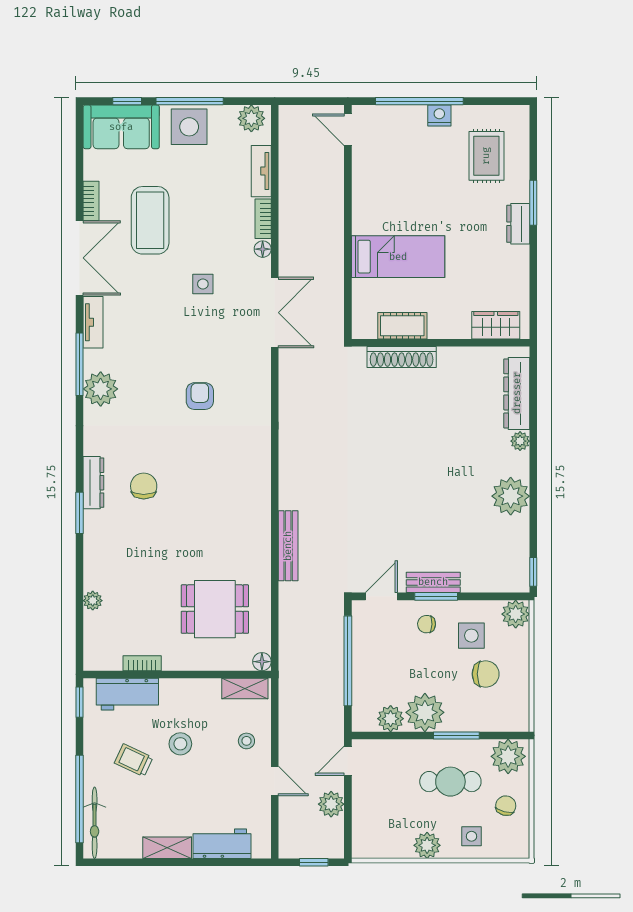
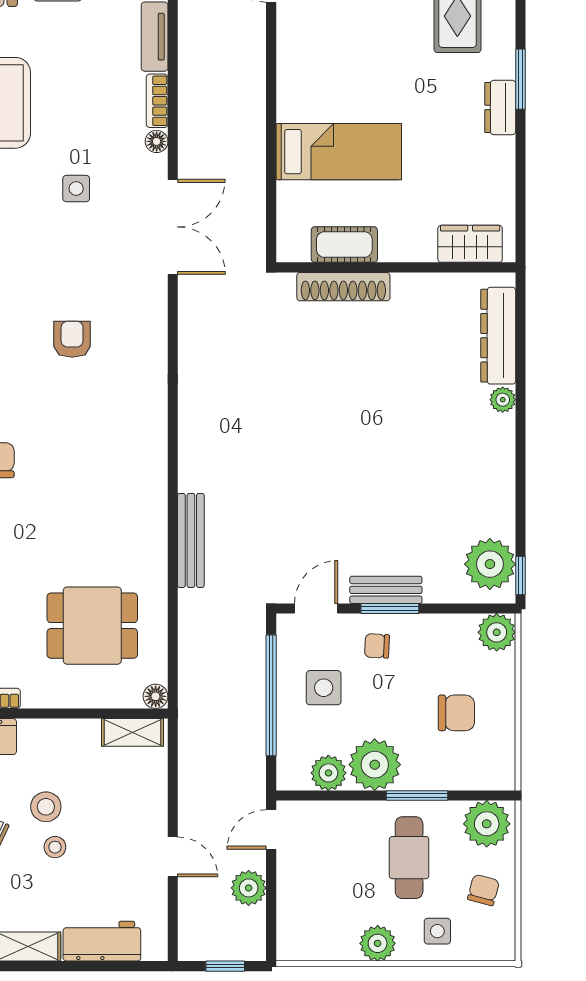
plant: (511, 496) -> (490, 564), moved
side table: (471, 636) -> (324, 688), moved
stool: (246, 741) -> (55, 847), moved
cafe table: (450, 782) -> (409, 858), turned 90

